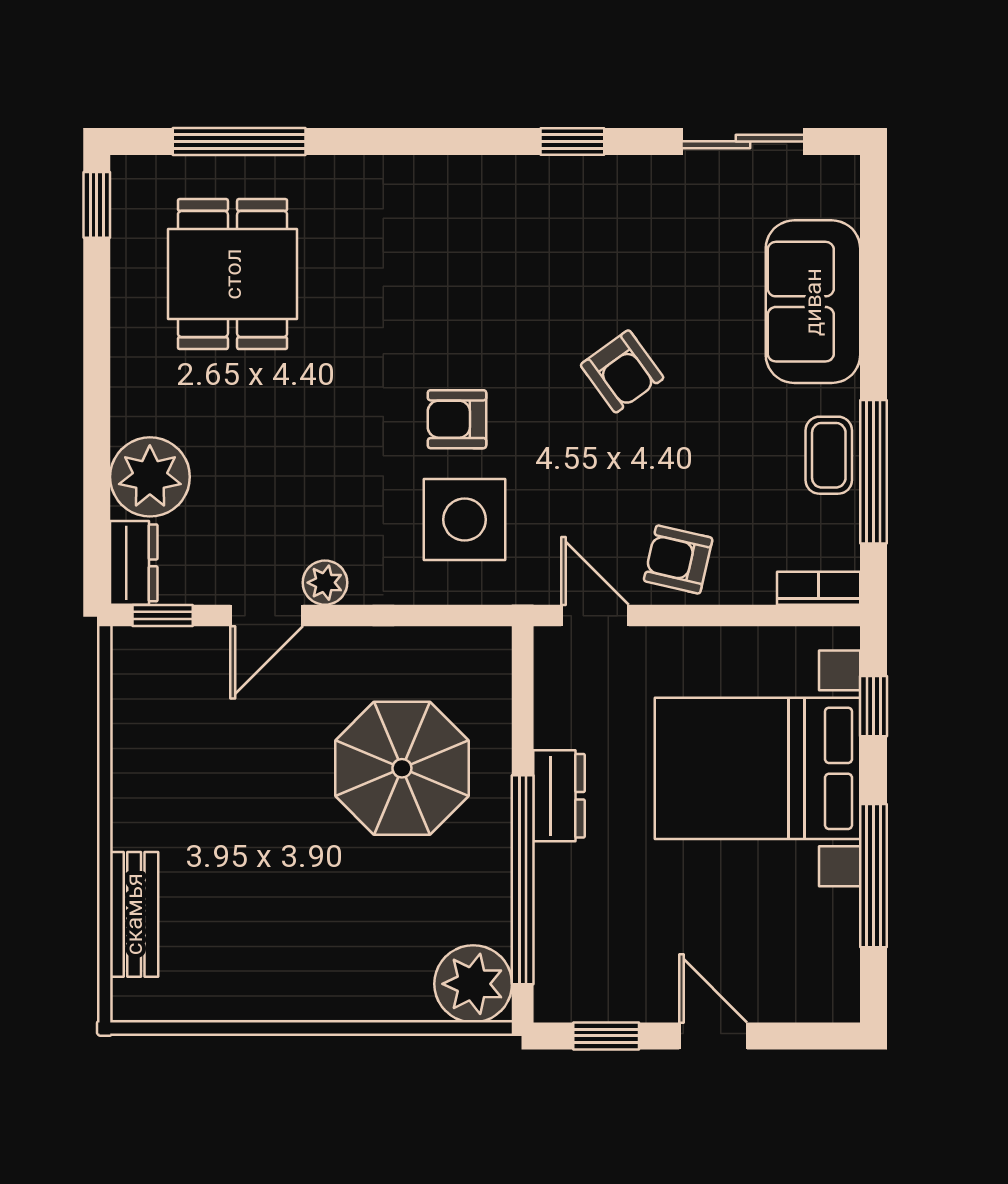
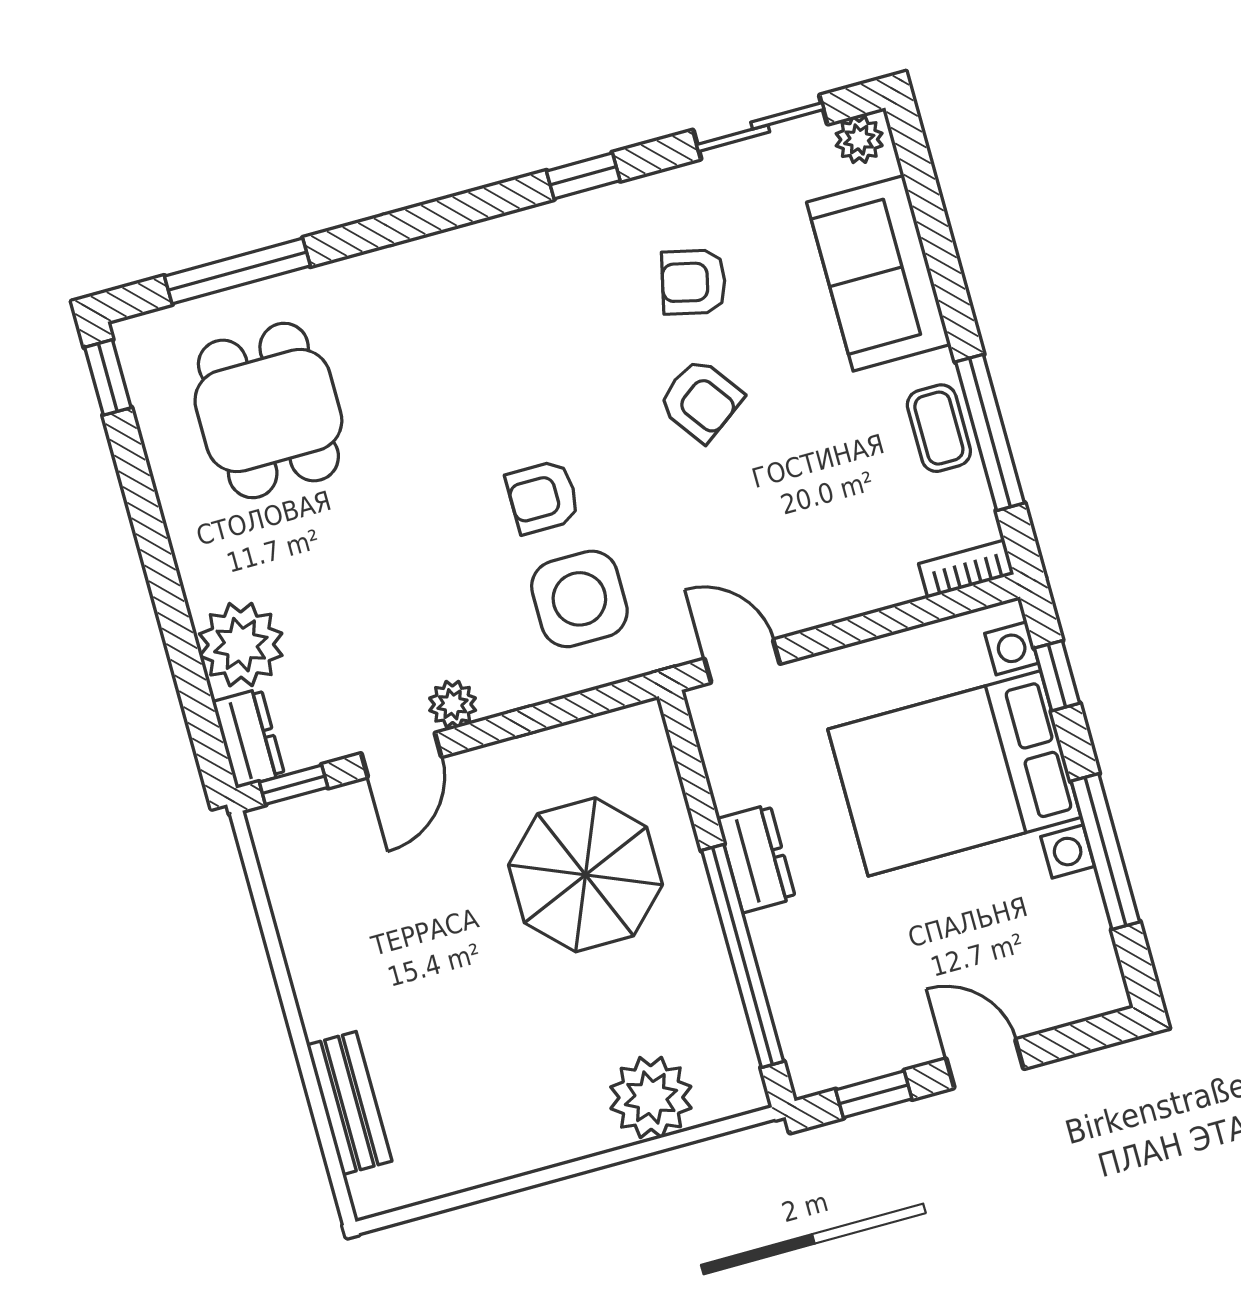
plant: (829, 177) -> (859, 140), added
armchair: (678, 559) -> (694, 282), moved
plant: (473, 984) -> (651, 1097), moved

